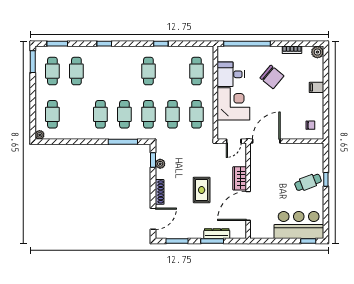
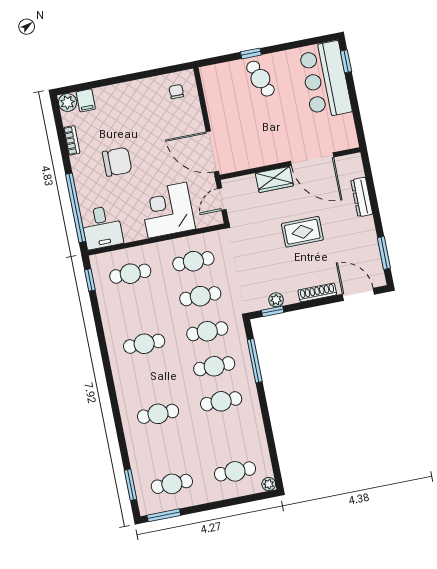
window: (104, 44) -> (117, 416), removed
window: (161, 44) -> (90, 280), moved
cafe table: (76, 71) -> (158, 414), moved
desk: (231, 74) -> (102, 227), moved
chair: (272, 77) -> (117, 162), turned 50
filing cabinet: (316, 87) -> (86, 100), moved
door: (234, 141) -> (222, 199), swing flipped
window: (212, 241) -> (374, 202), removed

